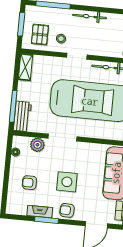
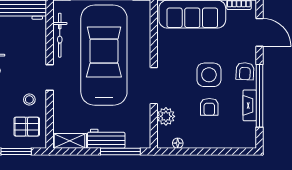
workbench: (22, 116) -> (106, 139), moved
armchair: (29, 183) -> (209, 107), moved
window: (47, 220) -> (260, 96), width x2.11

